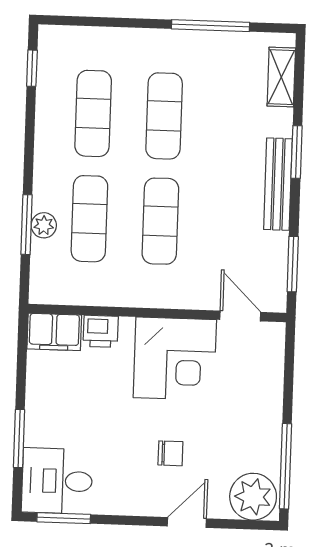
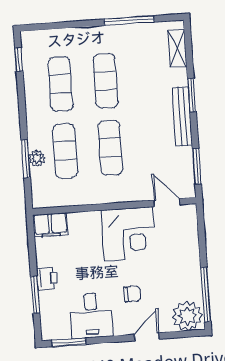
printer: (101, 331) -> (47, 278), moved, turned -90
desk: (57, 481) -> (91, 315), moved, turned -90

